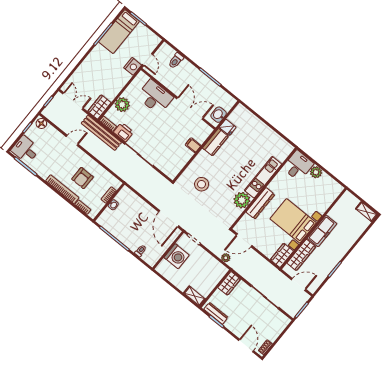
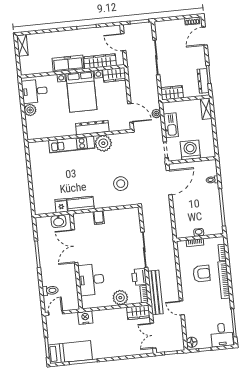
door: (148, 60) -> (56, 313), moved
desk: (298, 166) -> (35, 91), moved
kitchen sink: (207, 260) -> (171, 125), added

